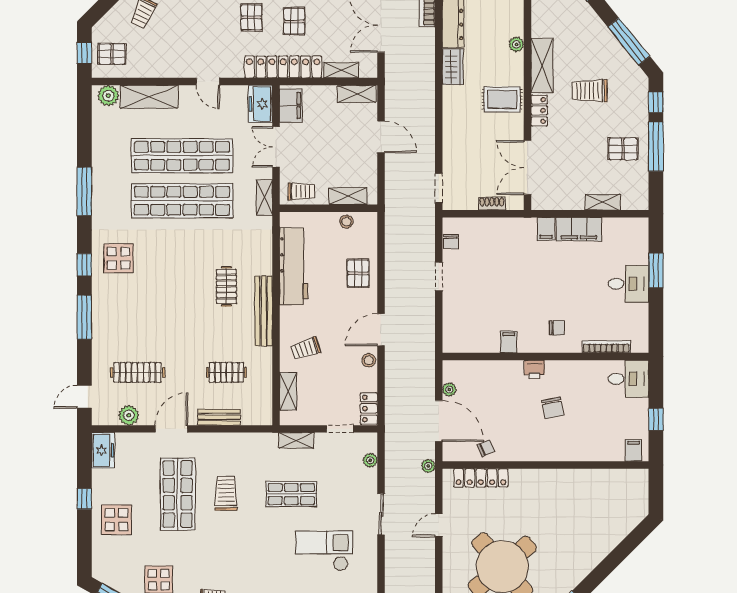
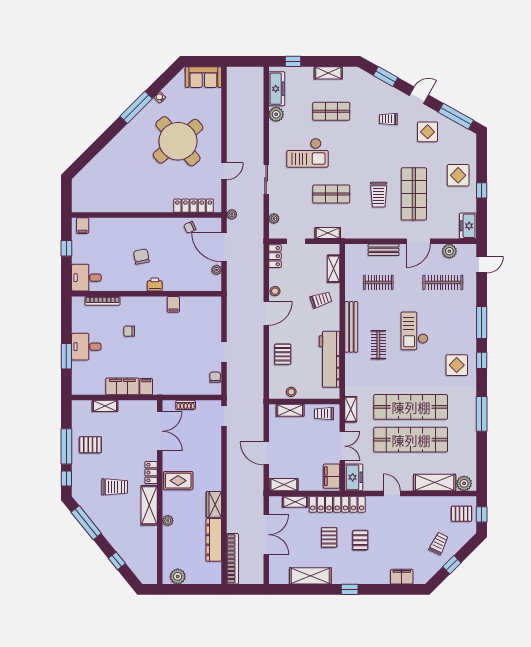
checkout: (177, 305) -> (414, 331), added
chair: (557, 328) -> (129, 331), moved

